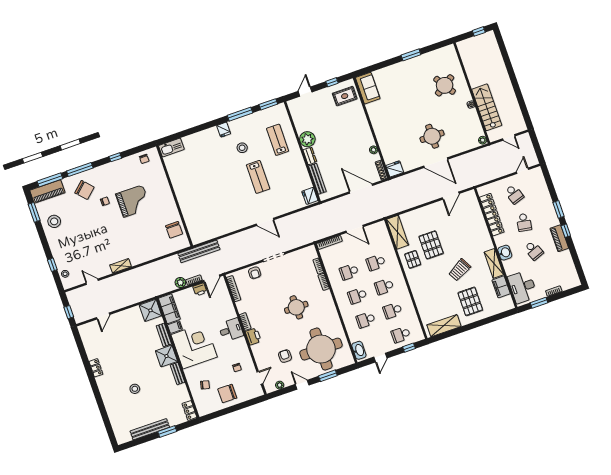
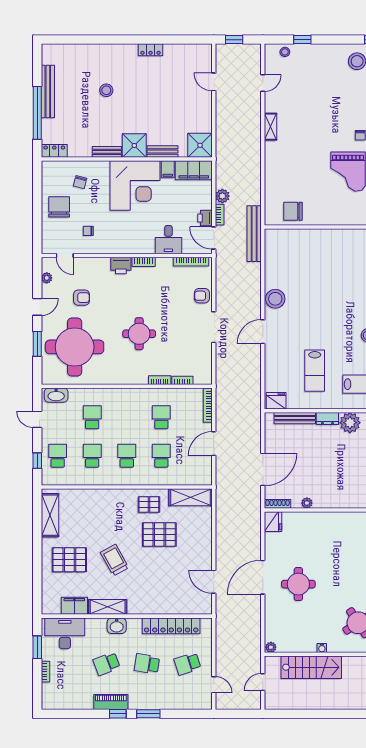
lab bench: (258, 177) -> (315, 371), moved, turned -90
stool: (239, 221) -> (275, 299), added
school desk: (357, 296) -> (127, 417), removed
desk: (231, 330) -> (168, 240), moved
window: (167, 431) -> (37, 113), width x2.11

